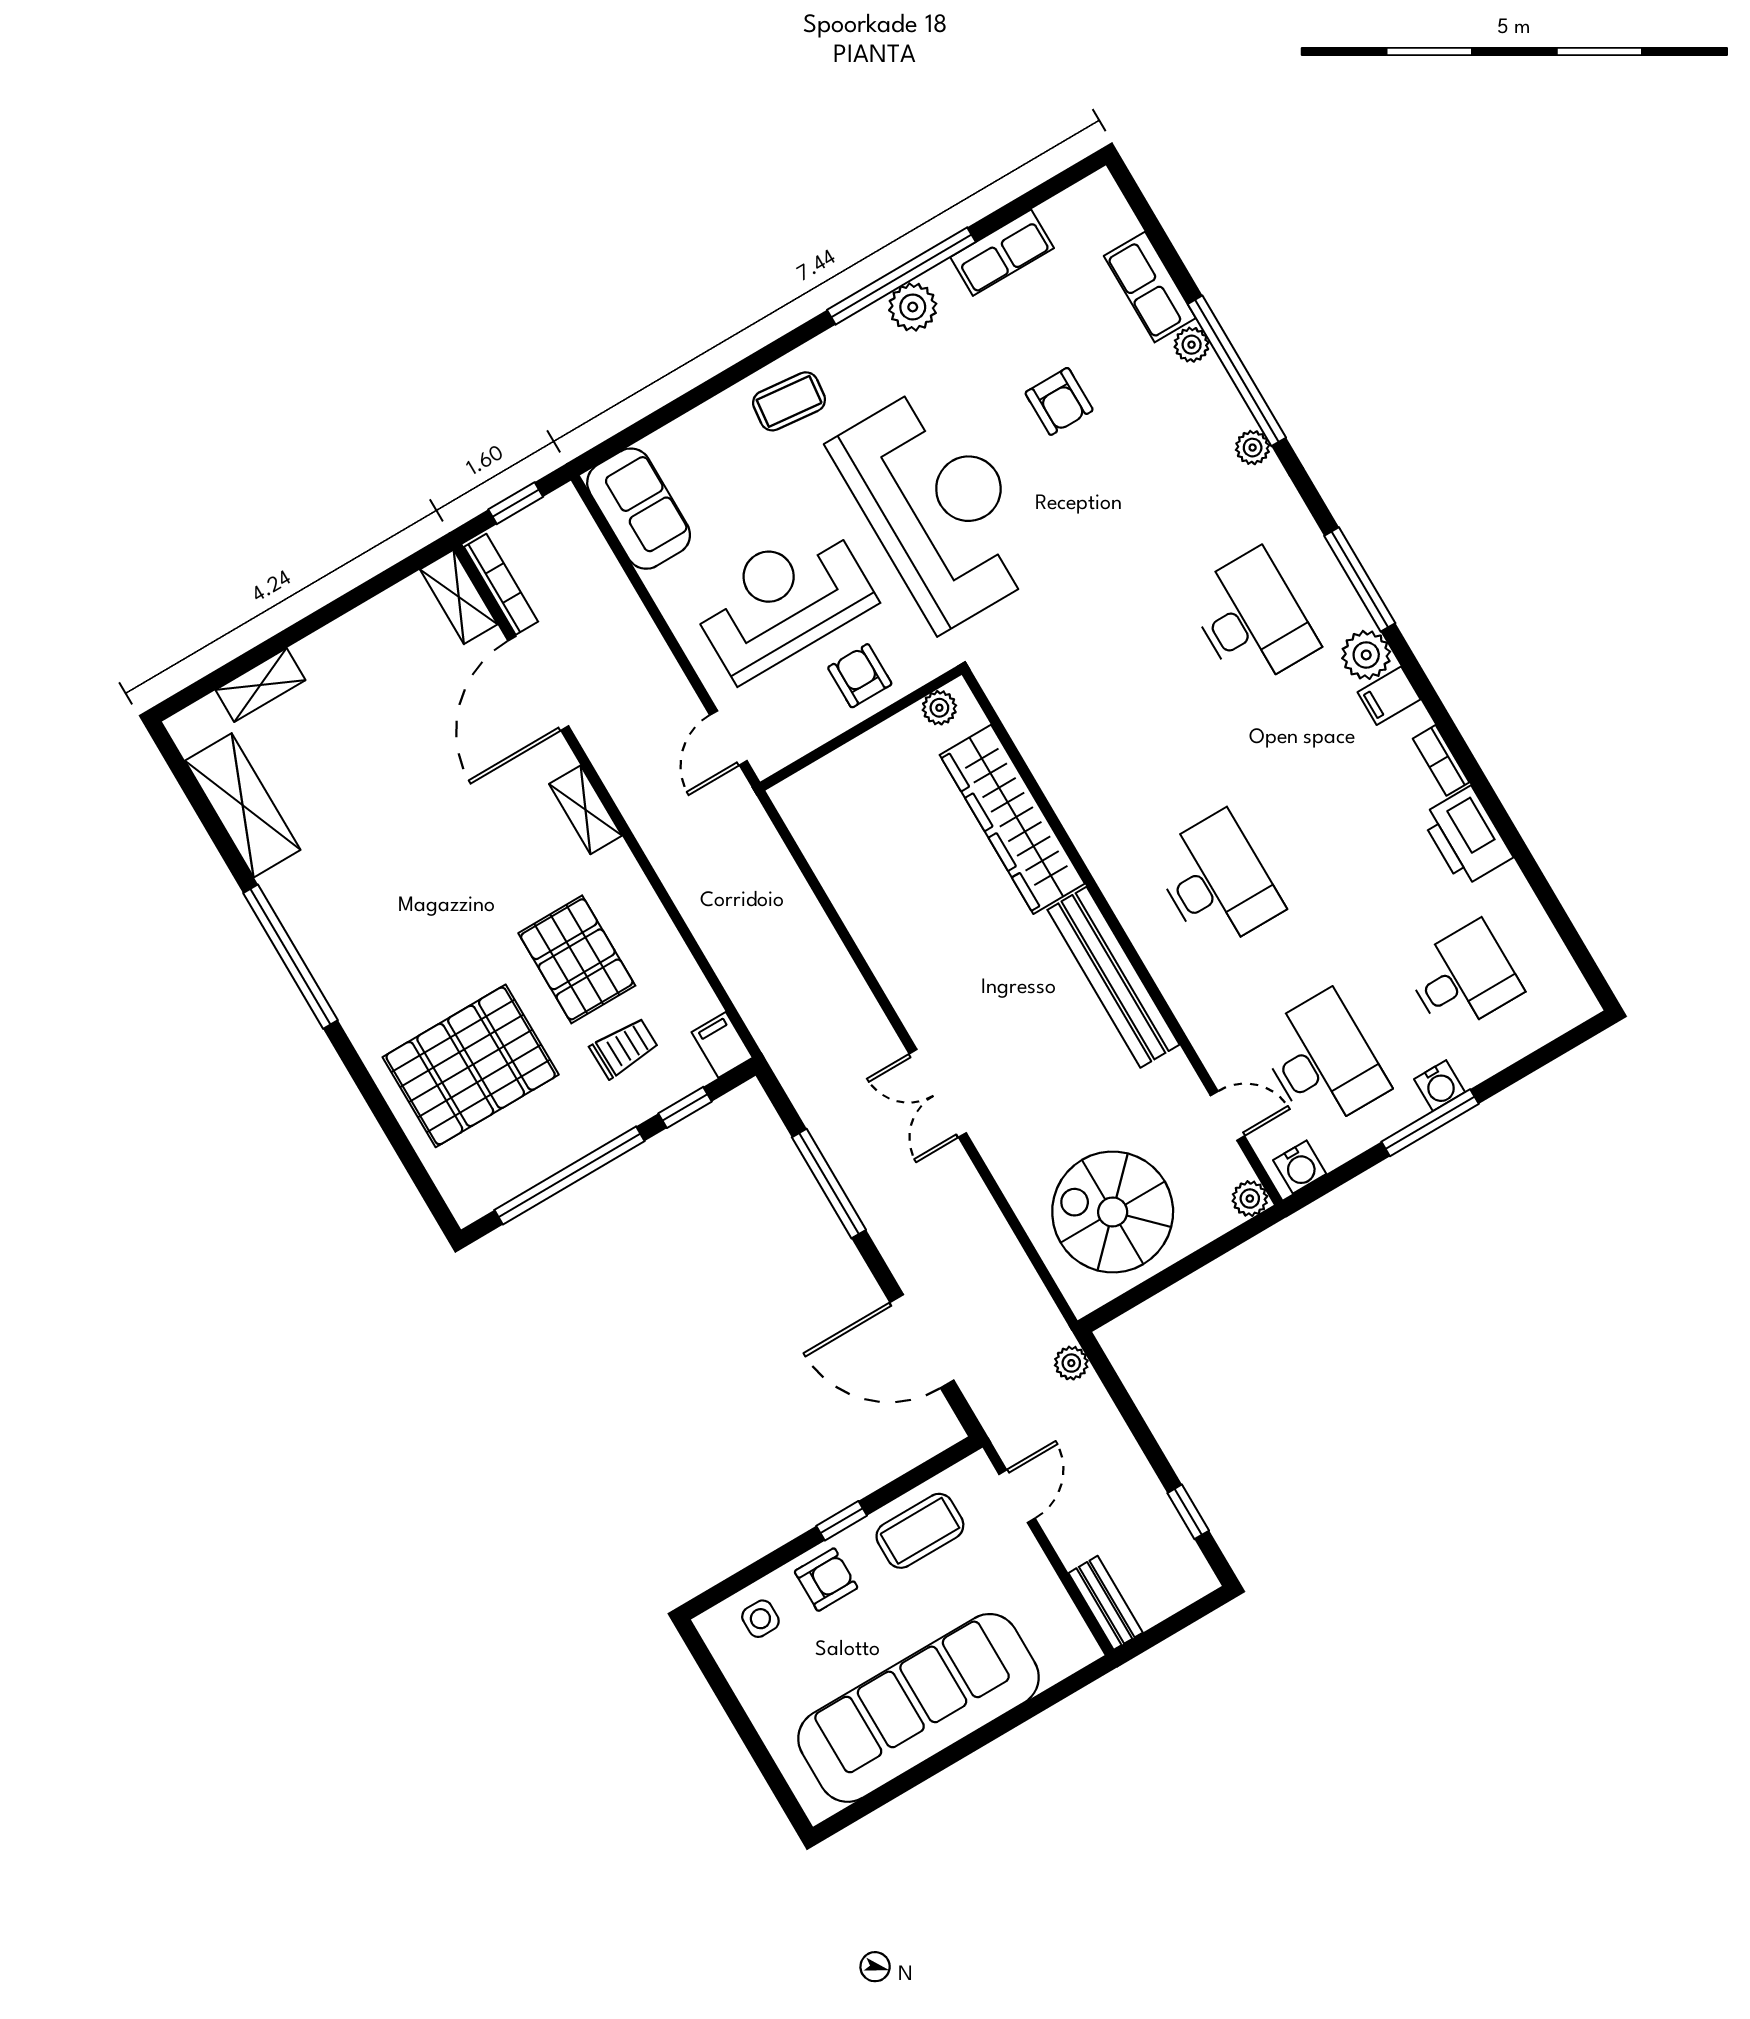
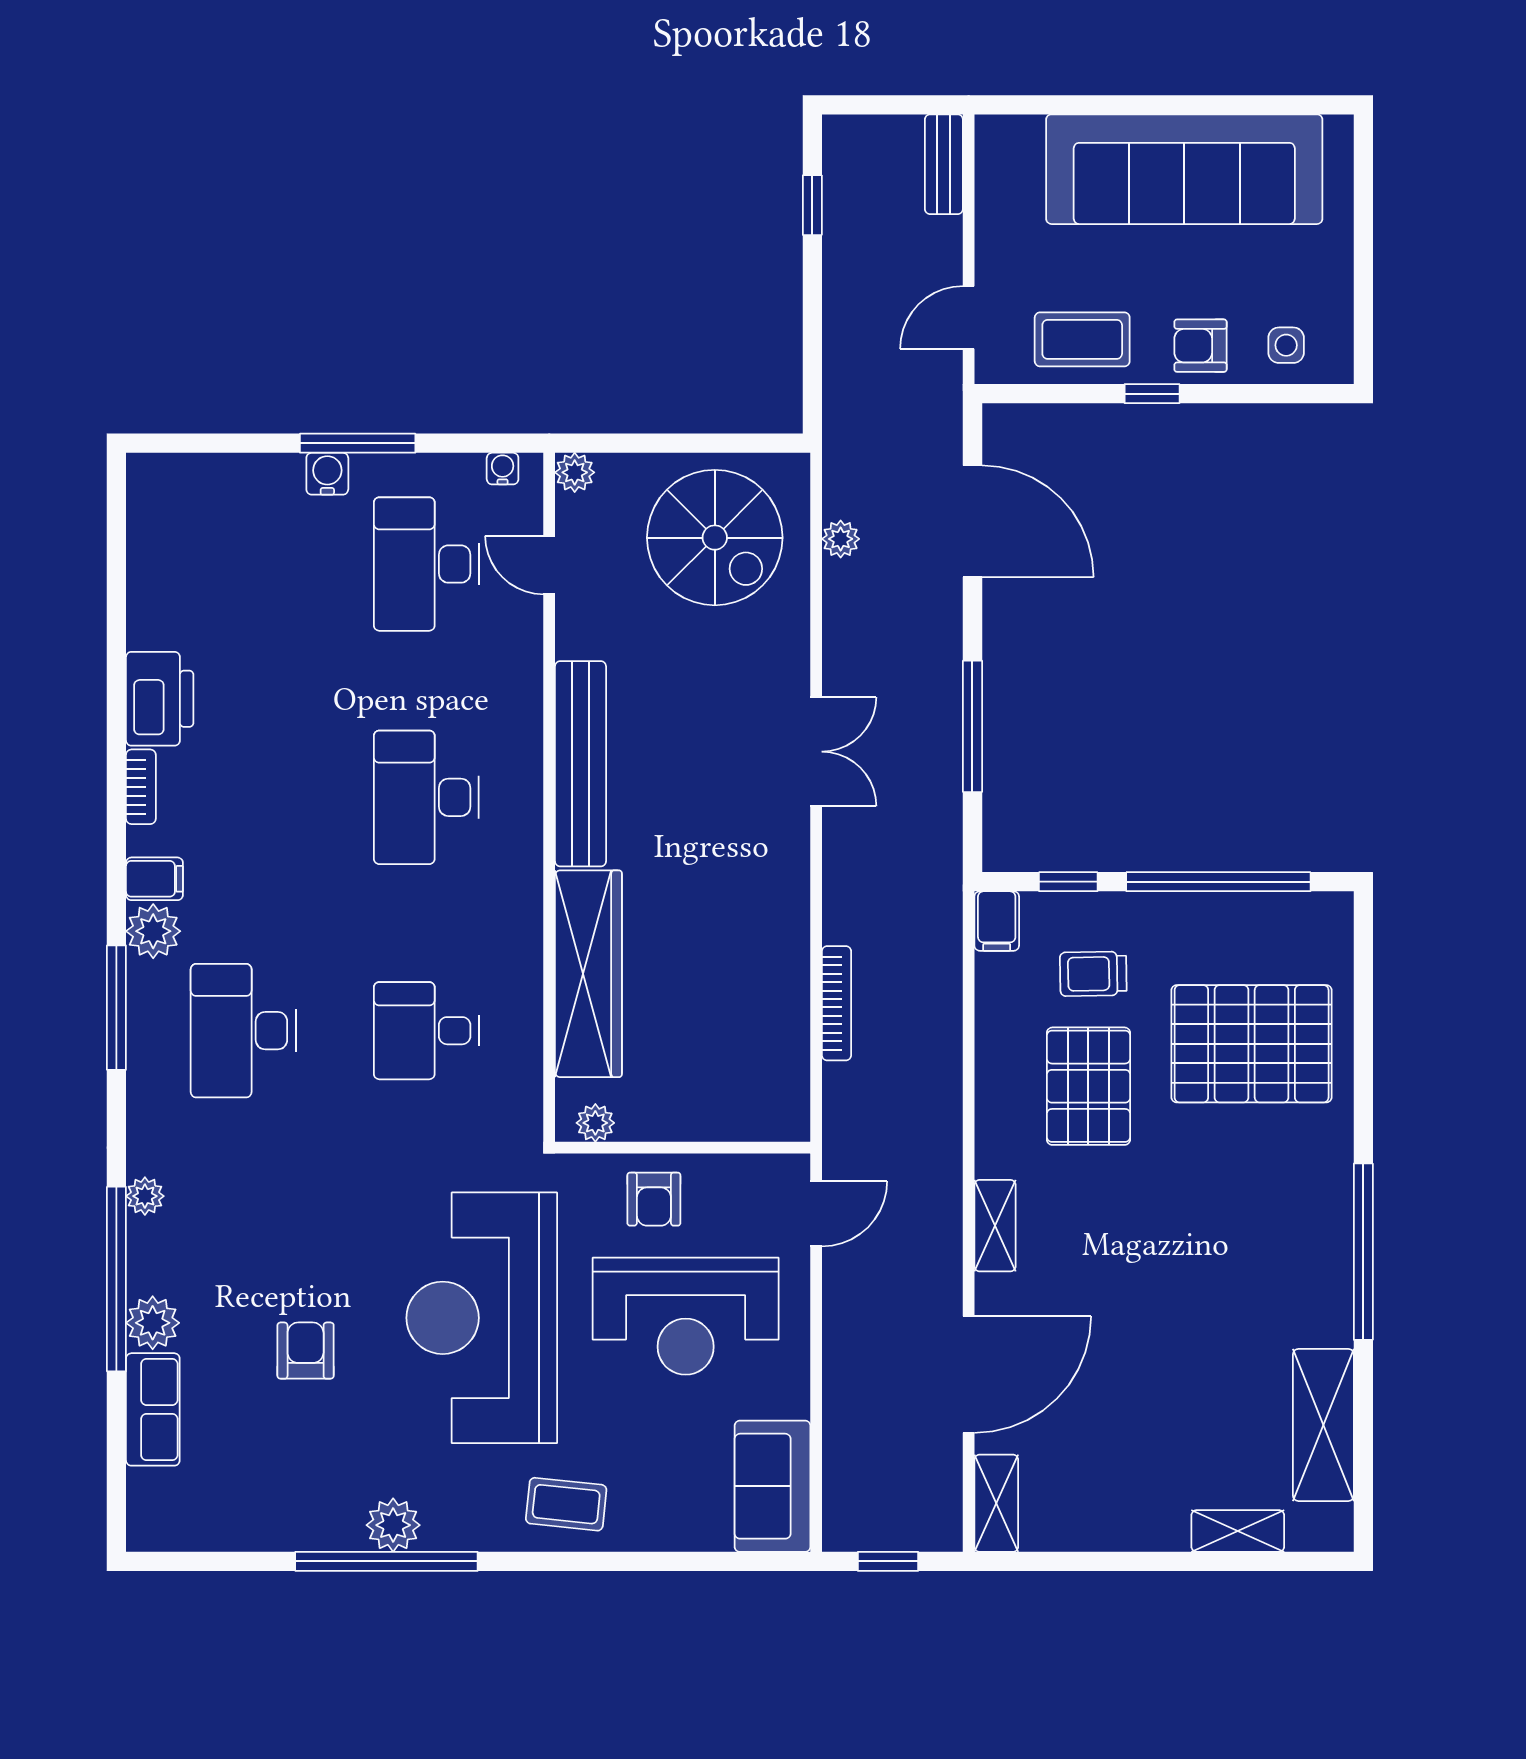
row of seats: (1002, 253) -> (276, 1527), removed
plant: (1192, 345) -> (153, 1323), width x1.38, depth x1.38
bookcase: (501, 584) -> (836, 1003), moved, turned 180
desk: (1463, 978) -> (426, 1031), moved
water cooler: (1300, 1167) -> (503, 469), width x0.72, depth x0.72
plant: (1071, 1363) -> (841, 539), moved

